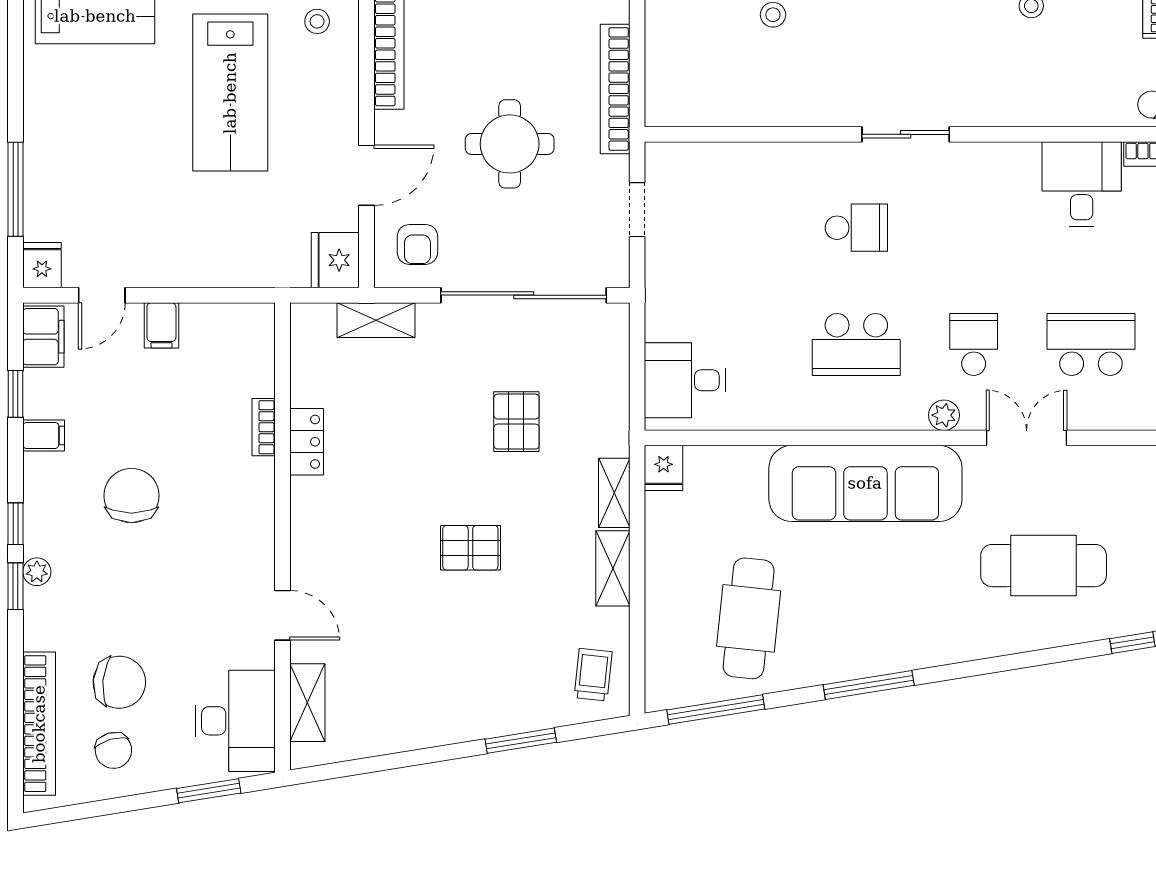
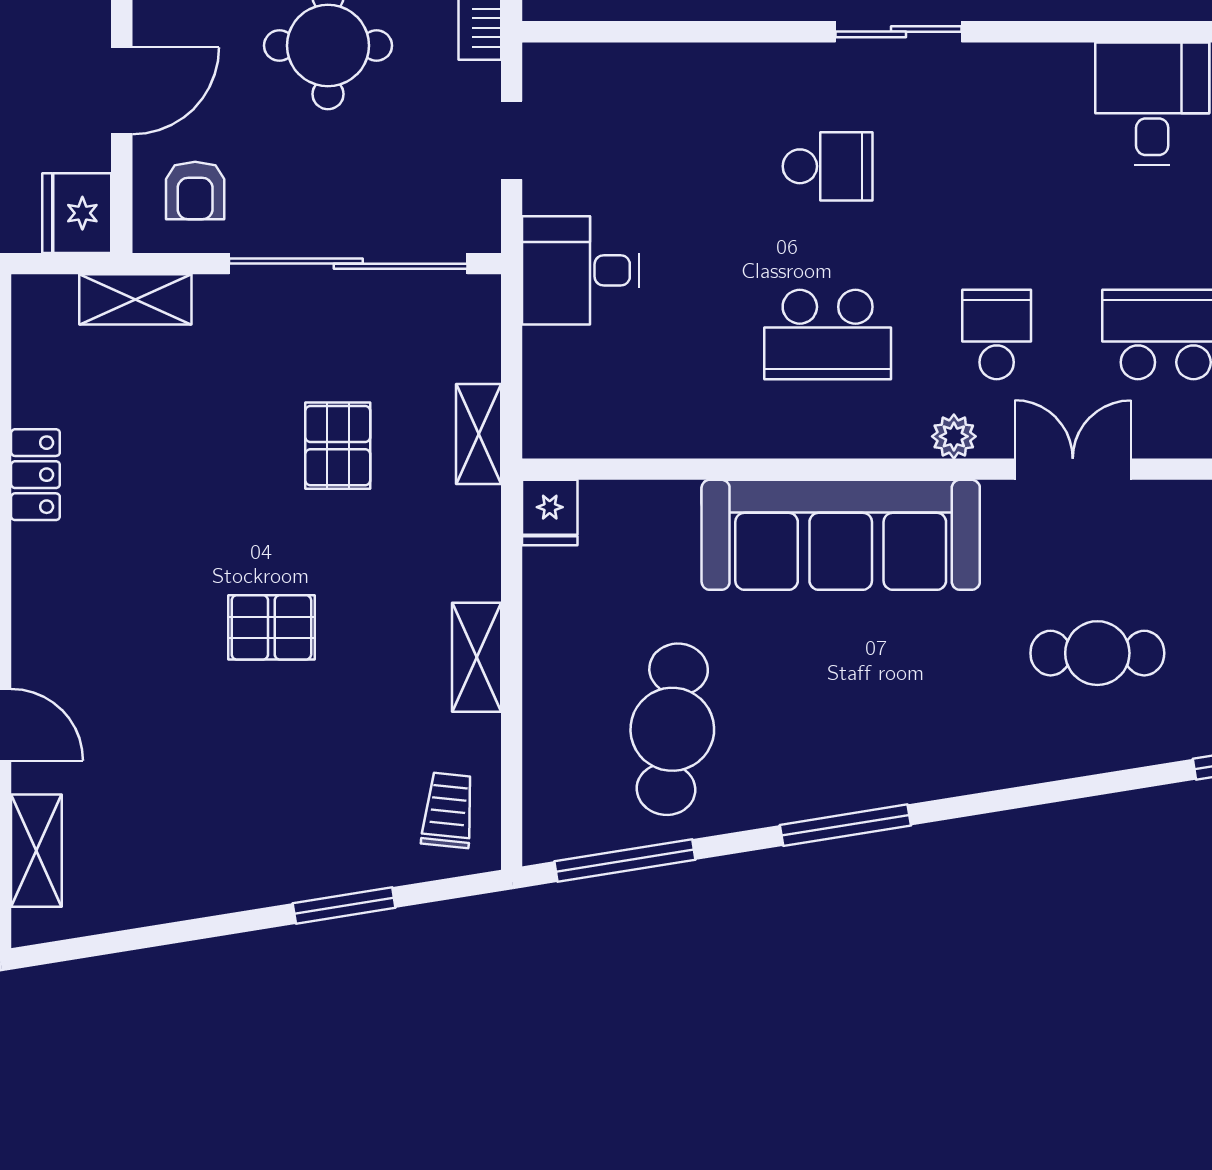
desk: (685, 380) -> (581, 270), moved
shelving: (614, 493) -> (479, 434), moved
cafe table: (1044, 566) -> (1097, 653), width x0.73, depth x0.74

